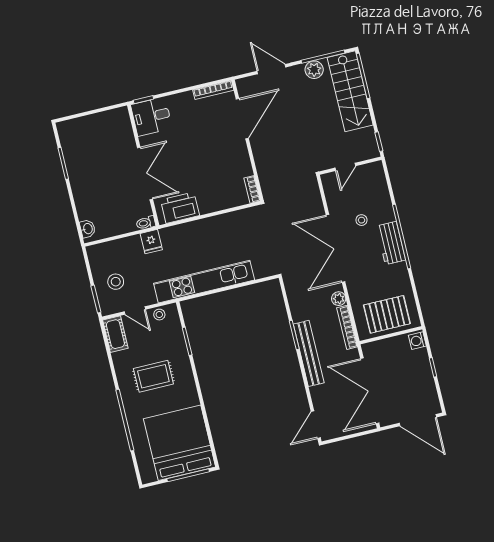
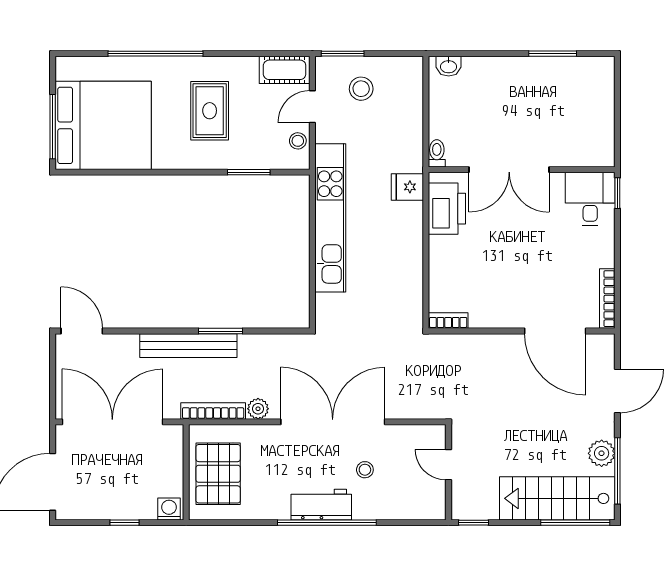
fridge: (151, 242) -> (407, 187), moved

